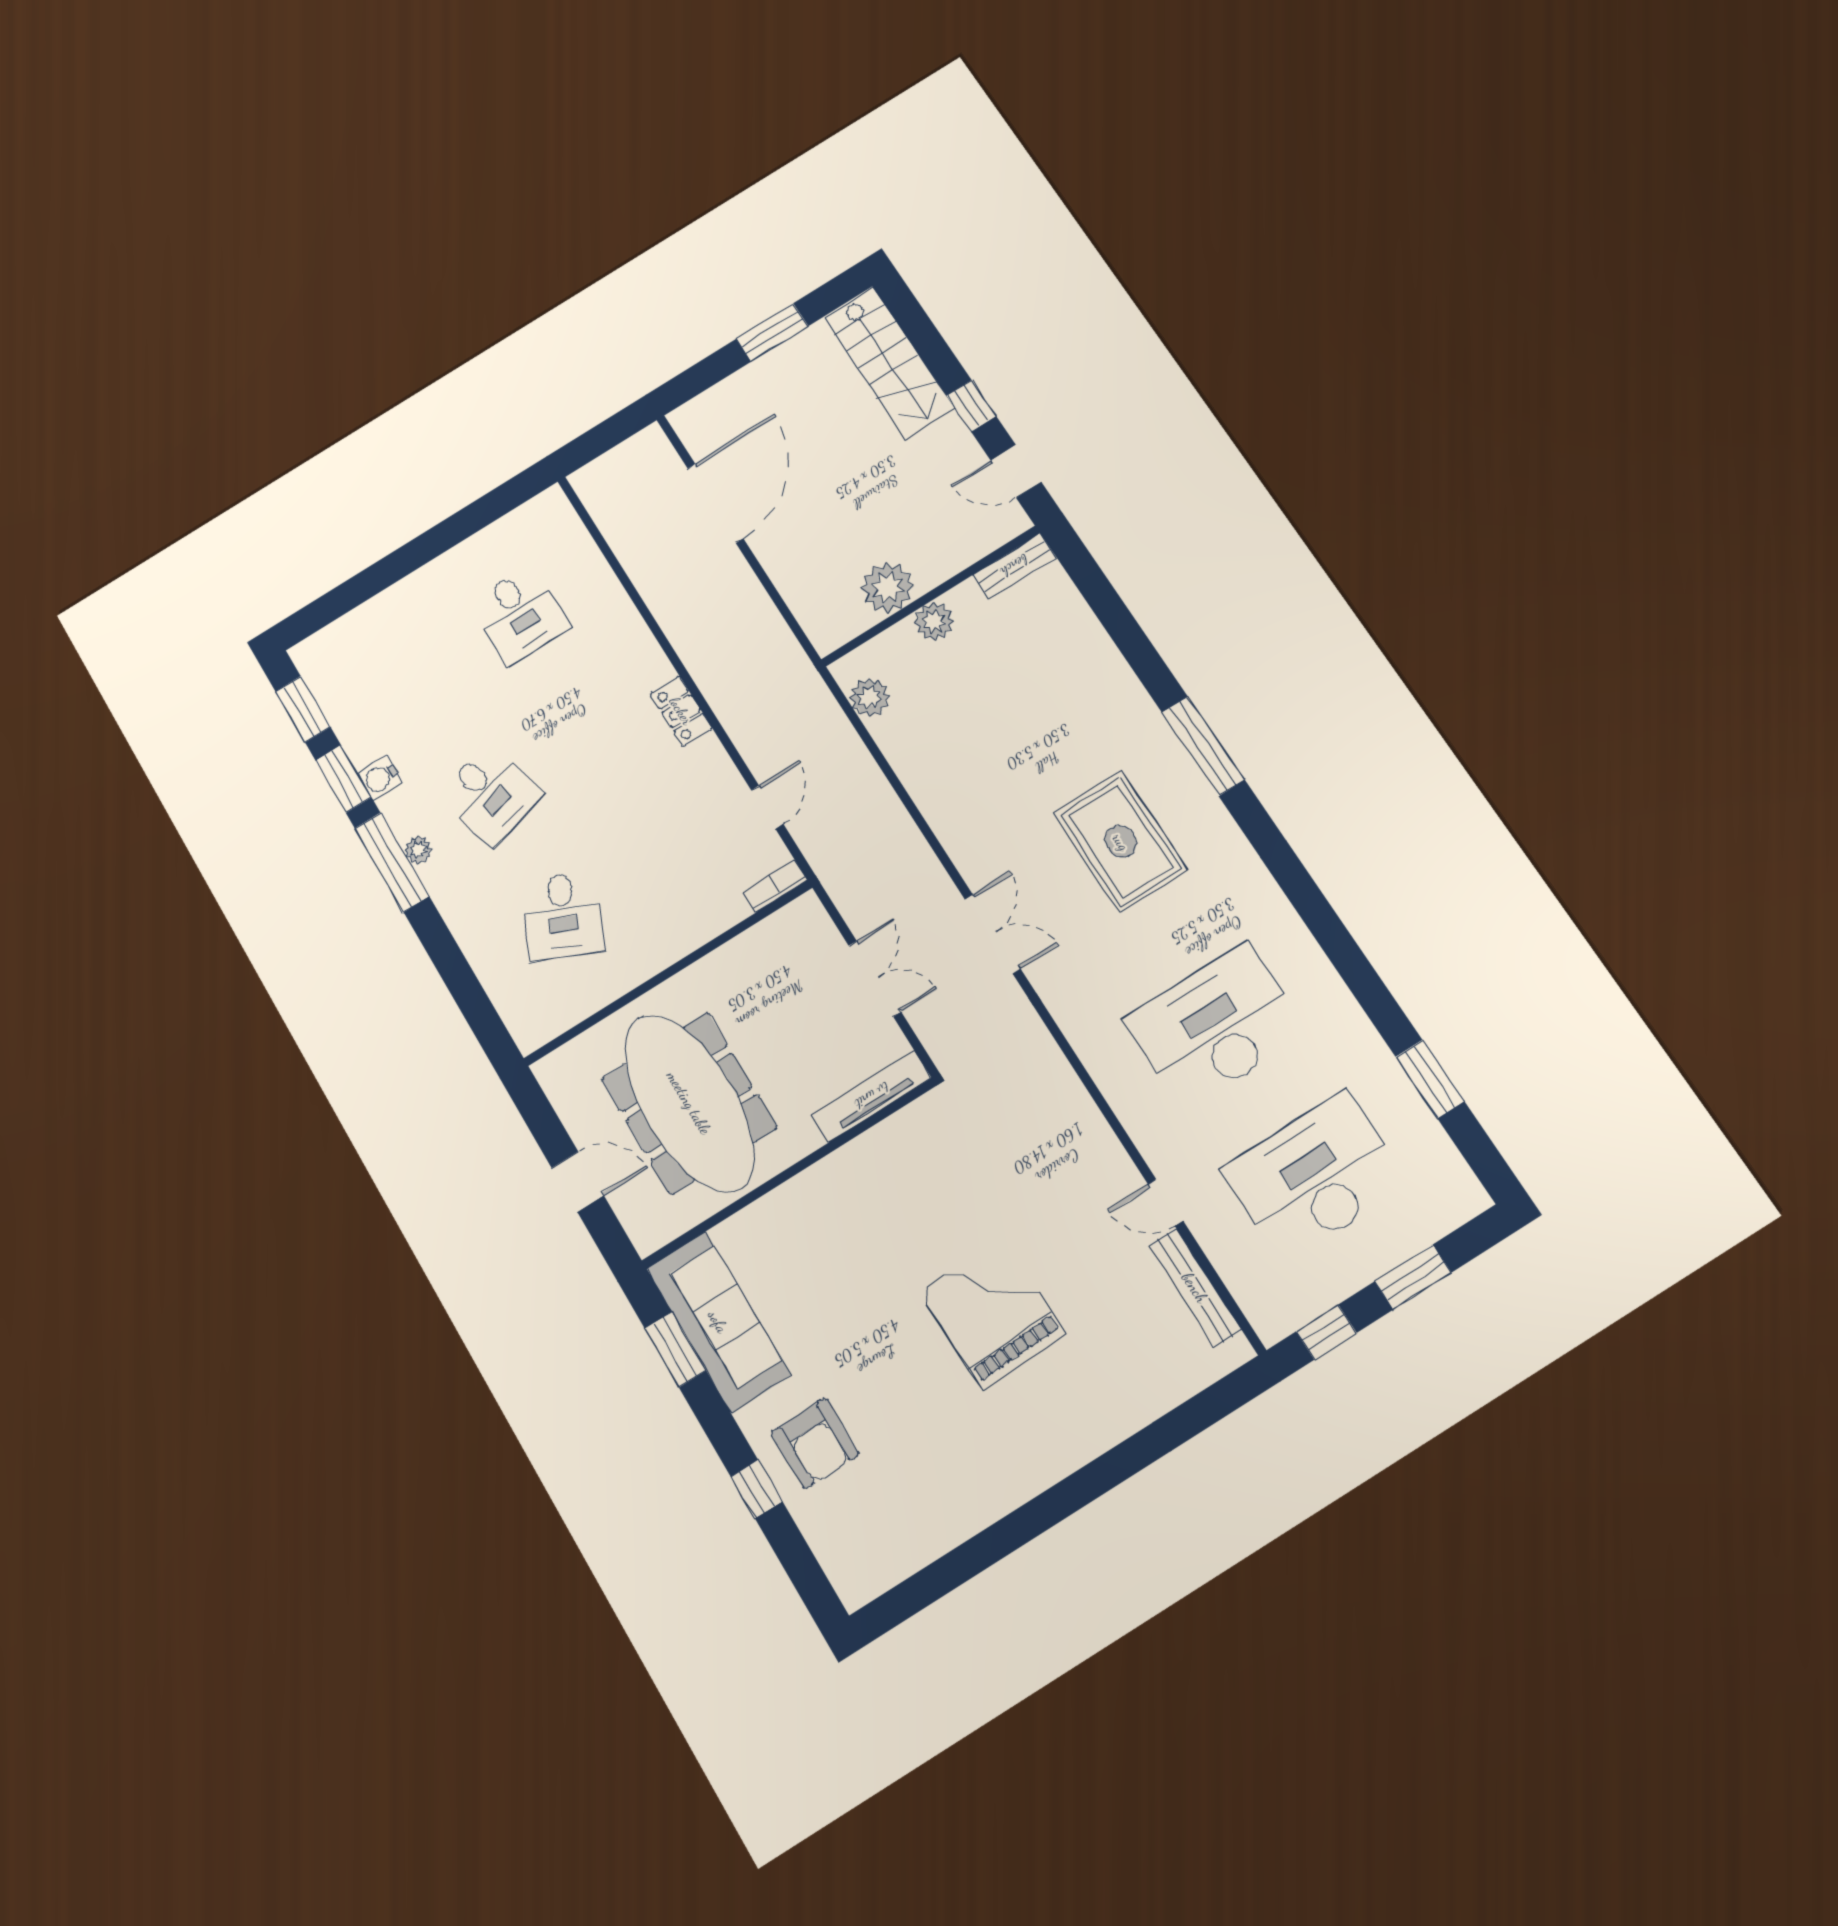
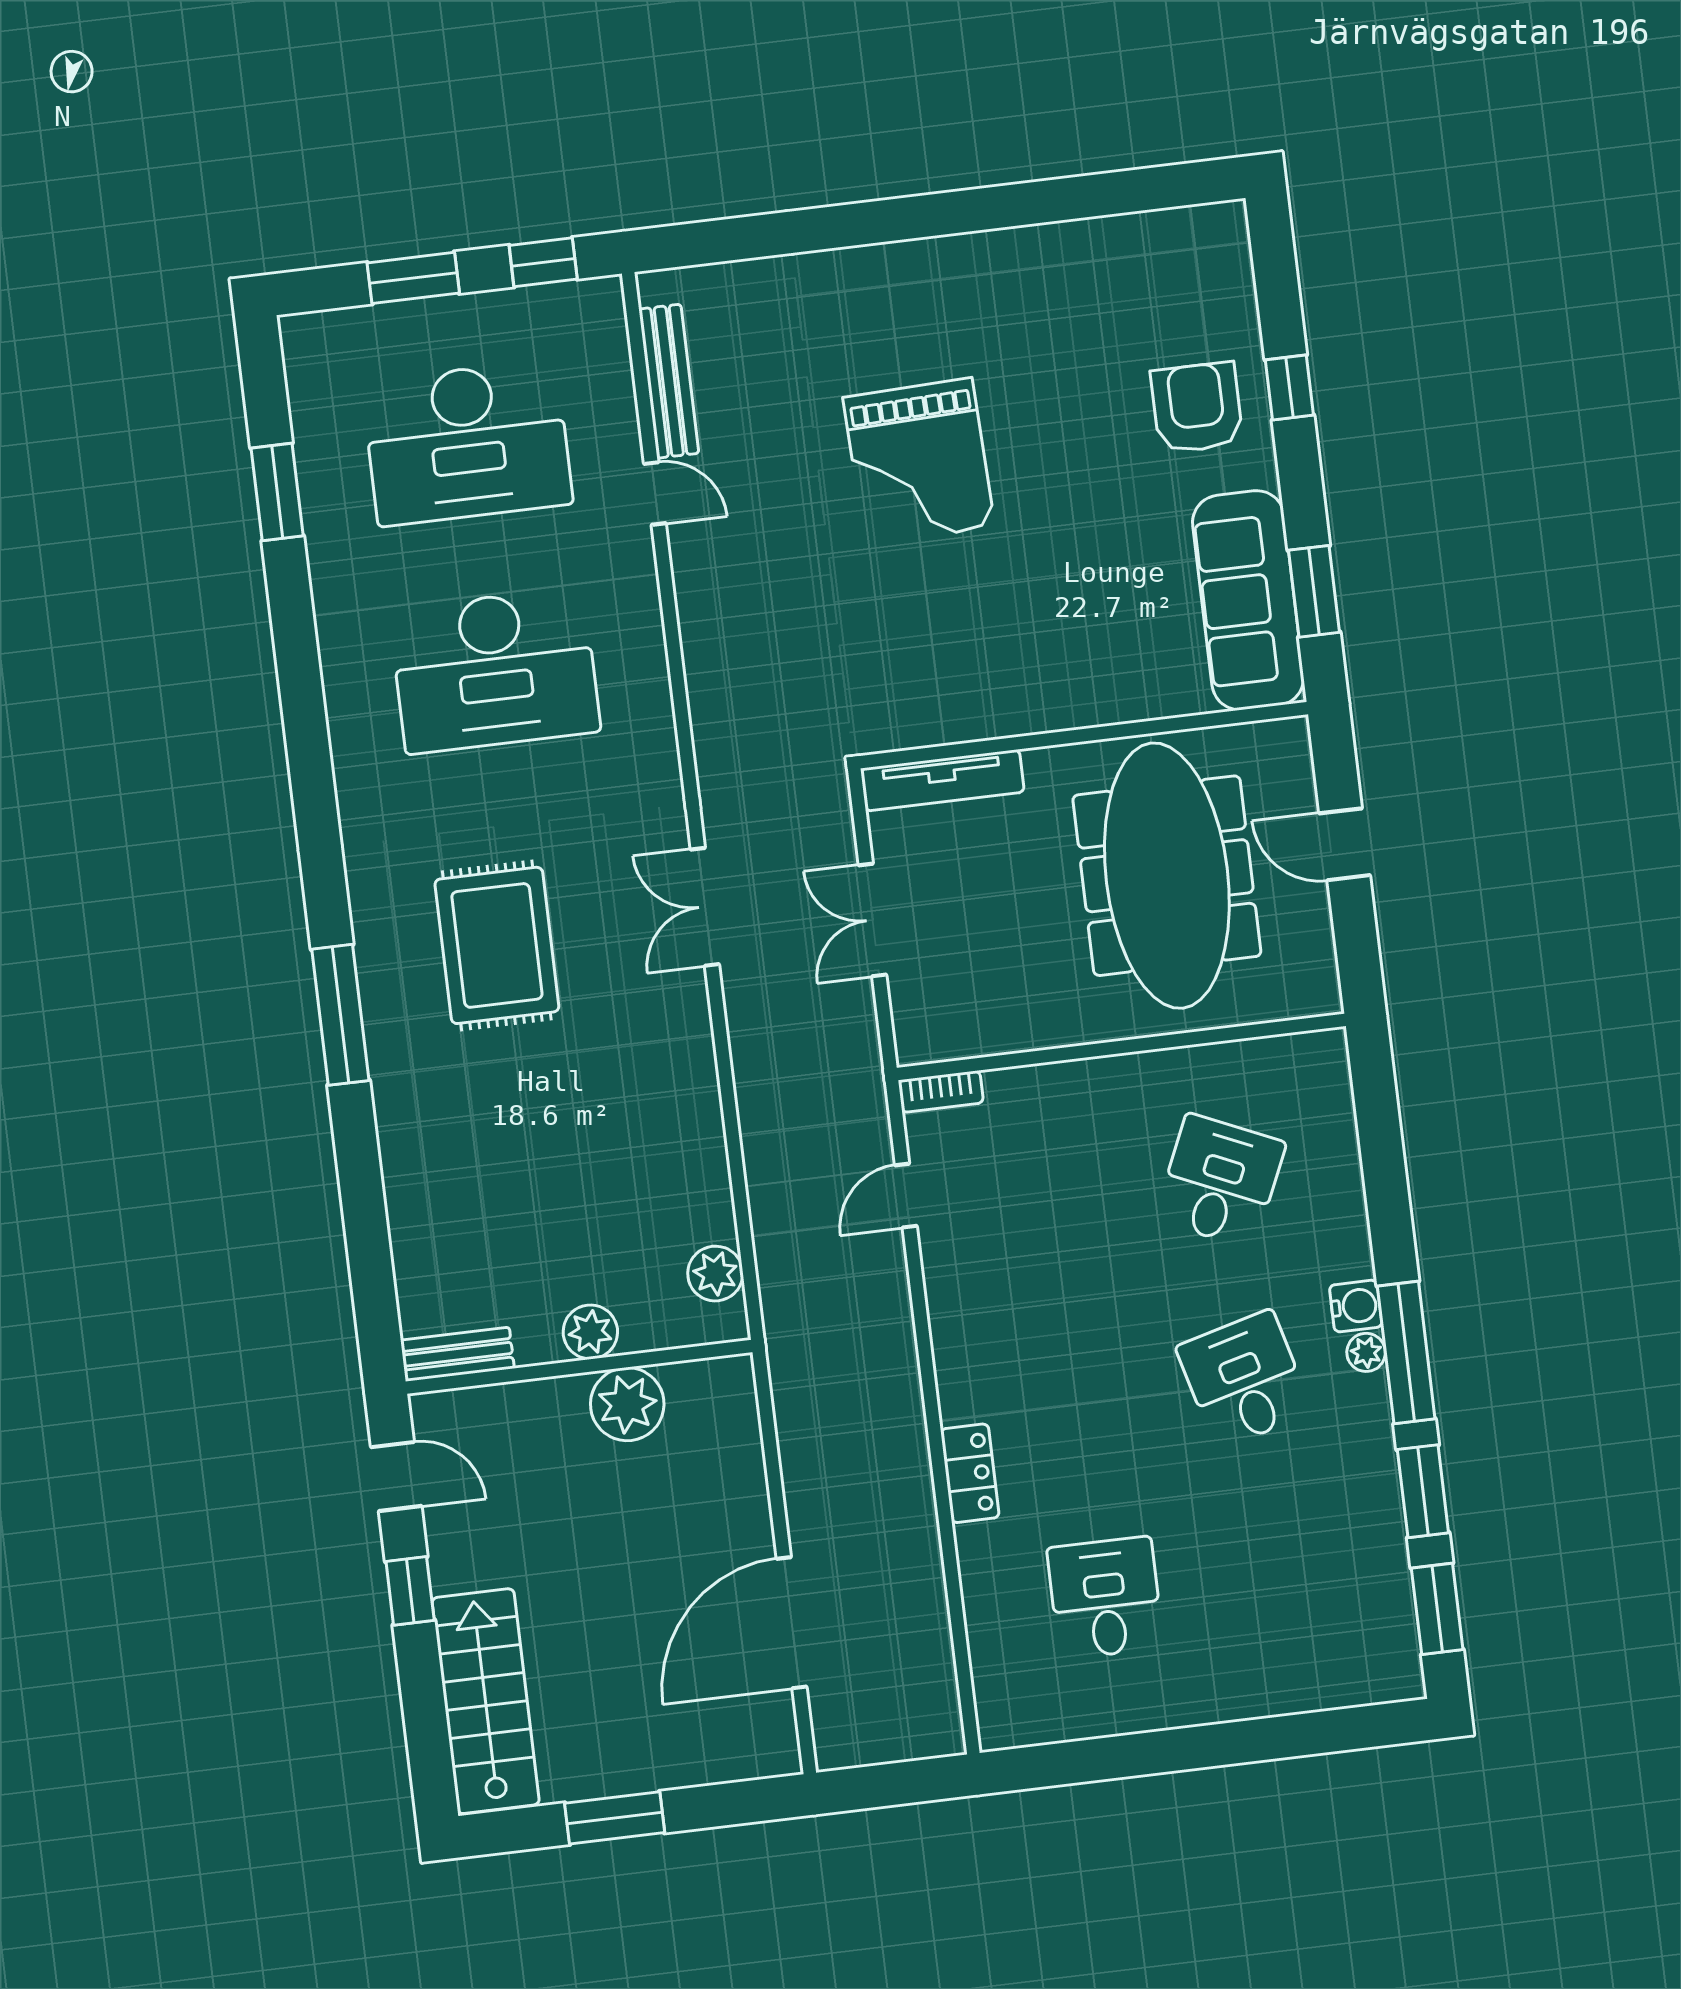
locker: (681, 711) -> (970, 1473), moved
water cooler: (380, 778) -> (1356, 1306), moved

